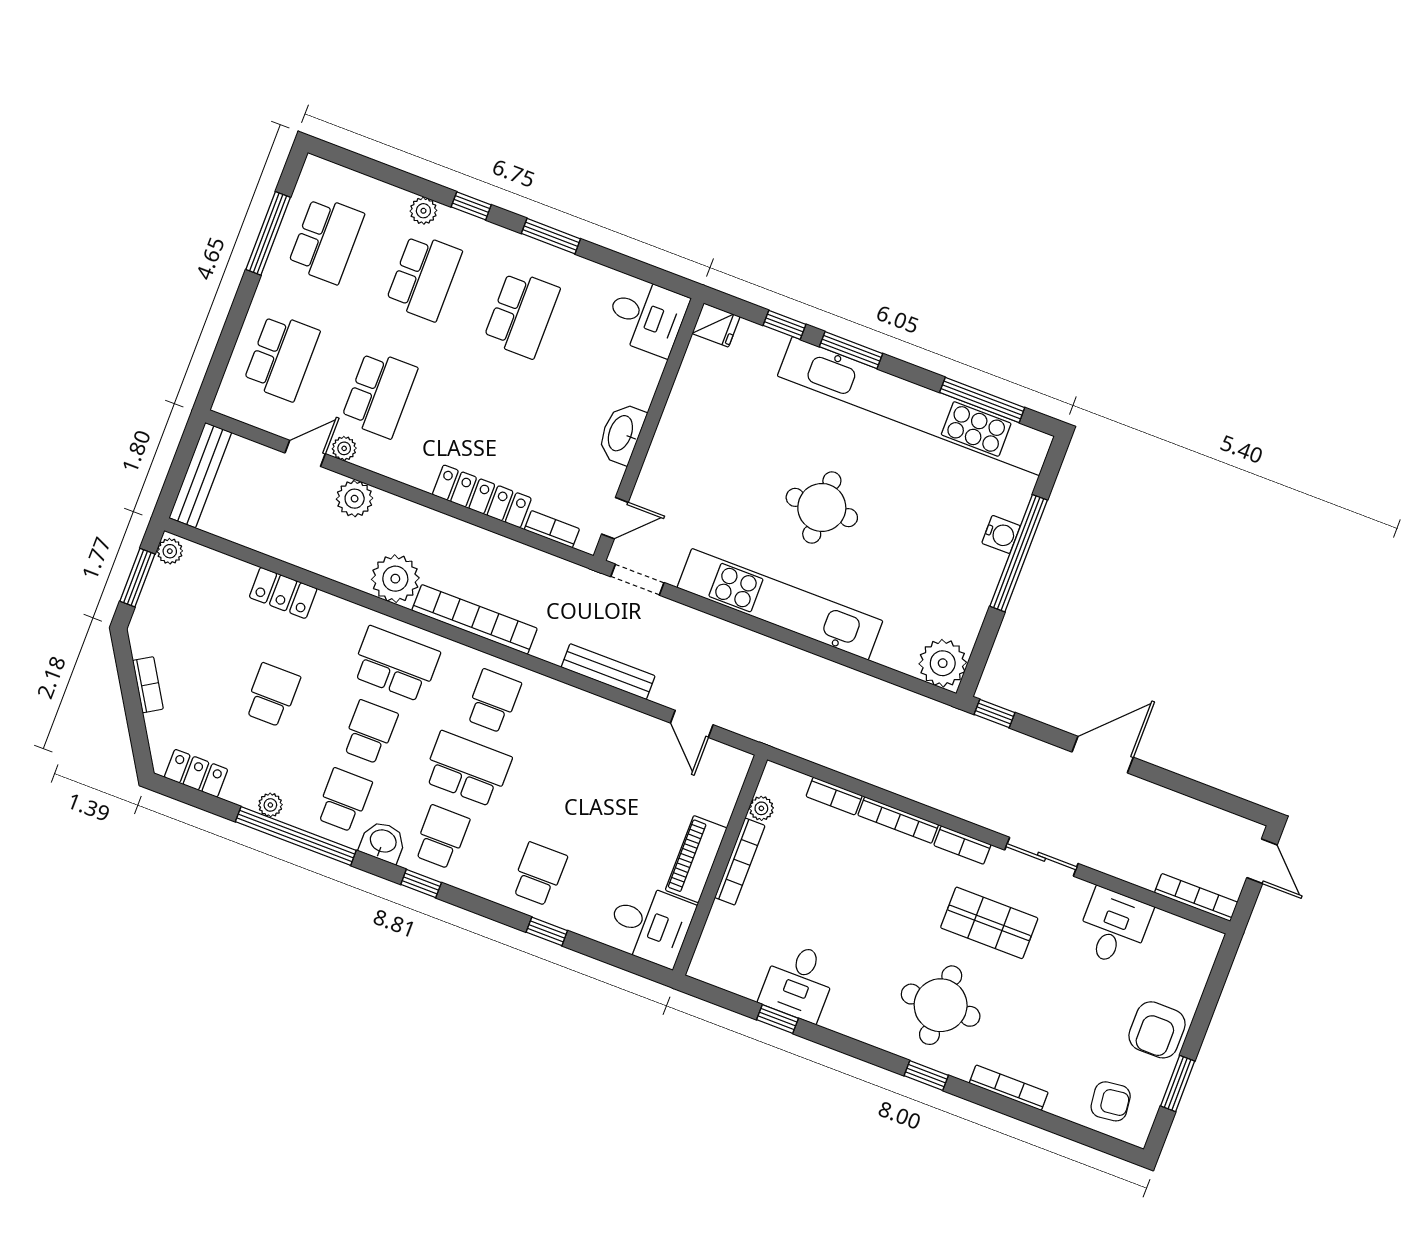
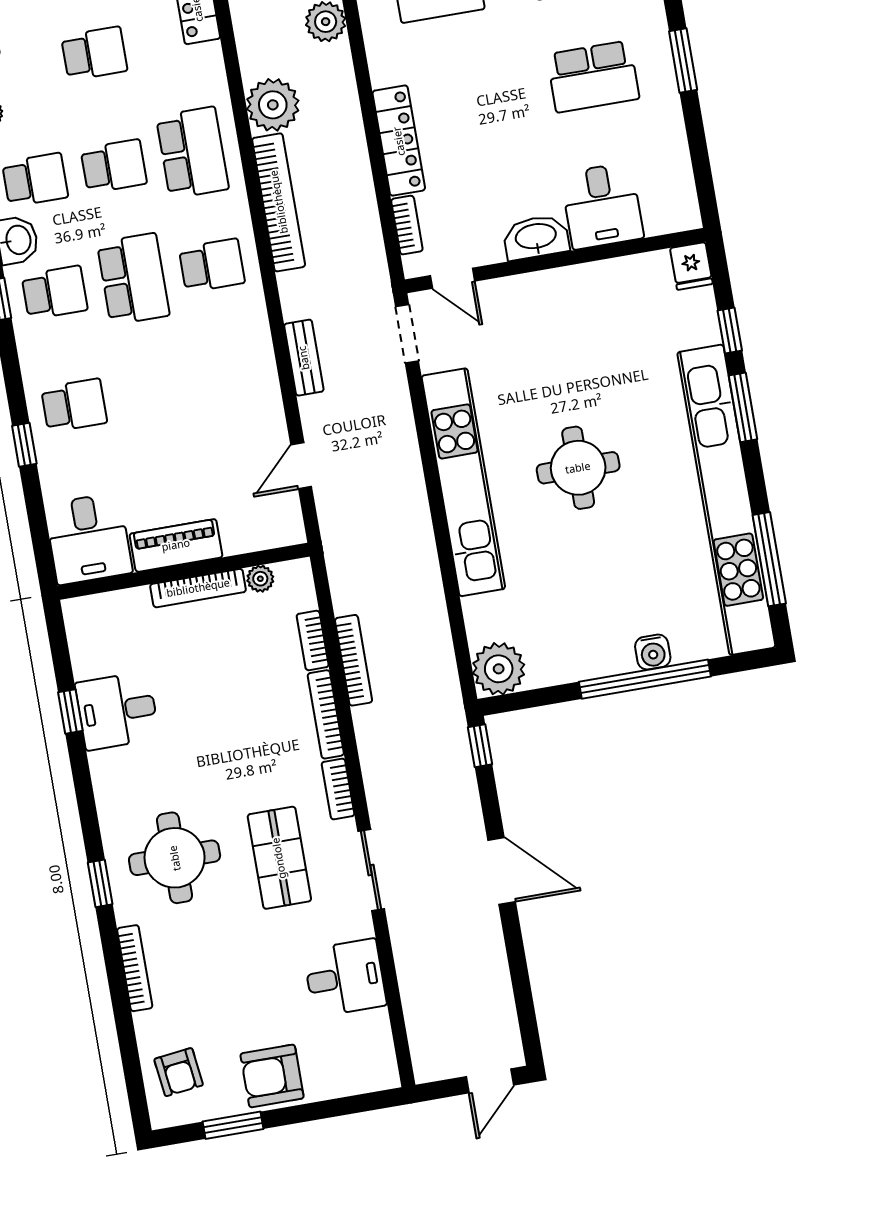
desk: (647, 316) -> (602, 206), moved
bench: (608, 672) -> (304, 358), width x0.73
bookcase: (1196, 897) -> (354, 660), moved

